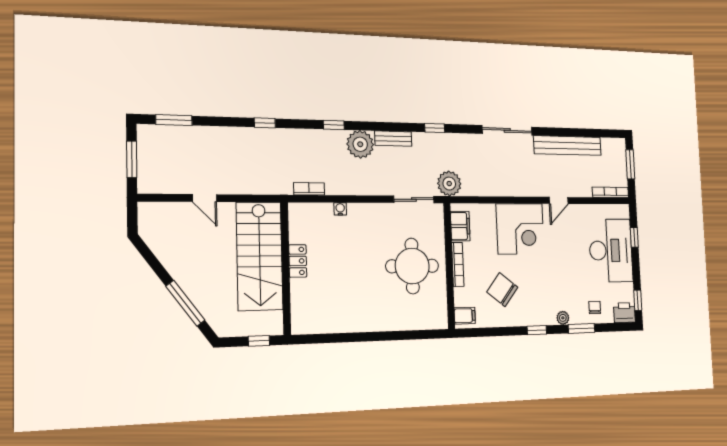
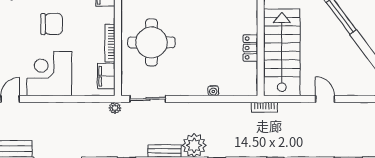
plant: (449, 184) -> (115, 108), width x0.53, depth x0.53
bookcase: (309, 189) -> (264, 107), moved
chair: (502, 290) -> (52, 24), moved, turned -38

